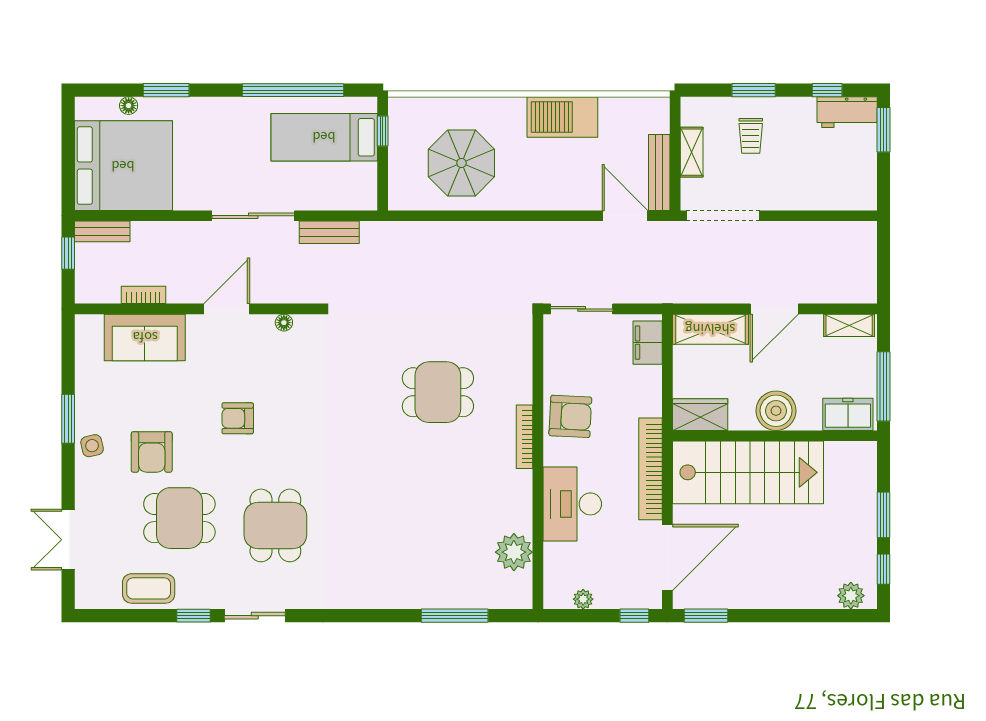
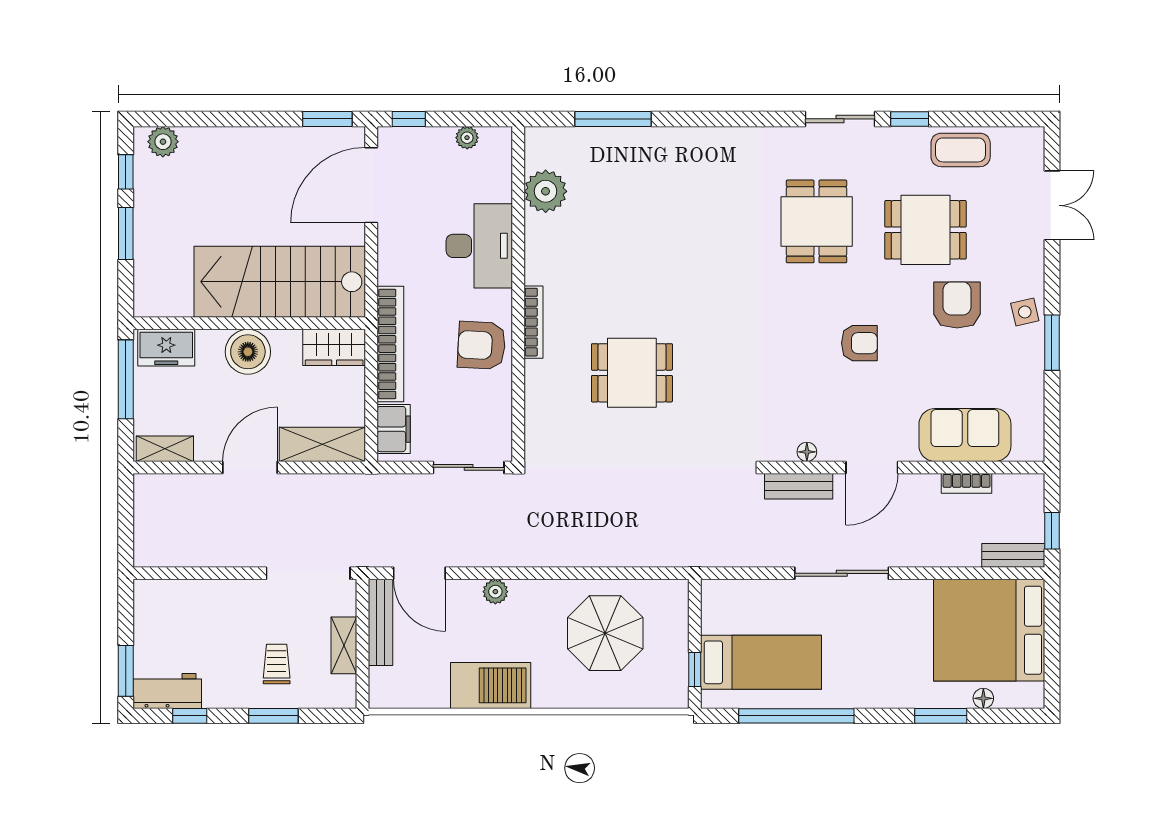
plant: (558, 200) -> (495, 592), added
bench: (329, 232) -> (799, 486), moved
bookcase: (651, 469) -> (390, 344), moved

